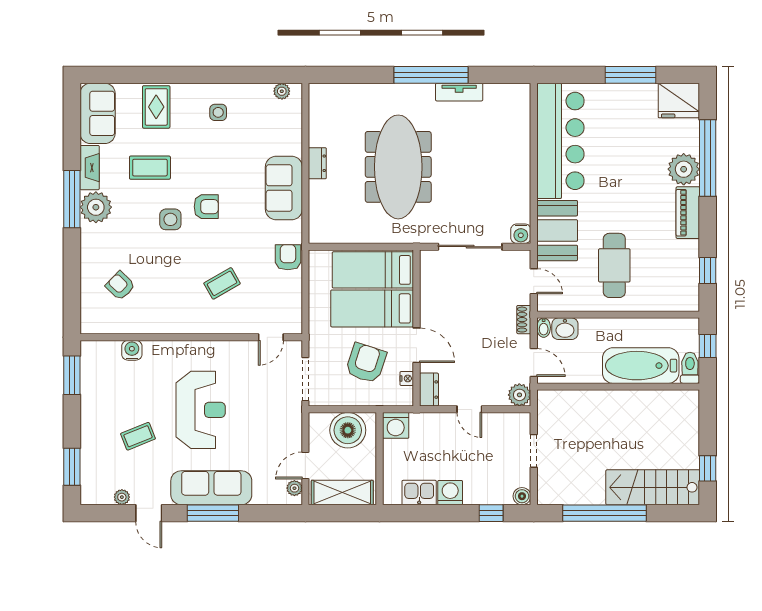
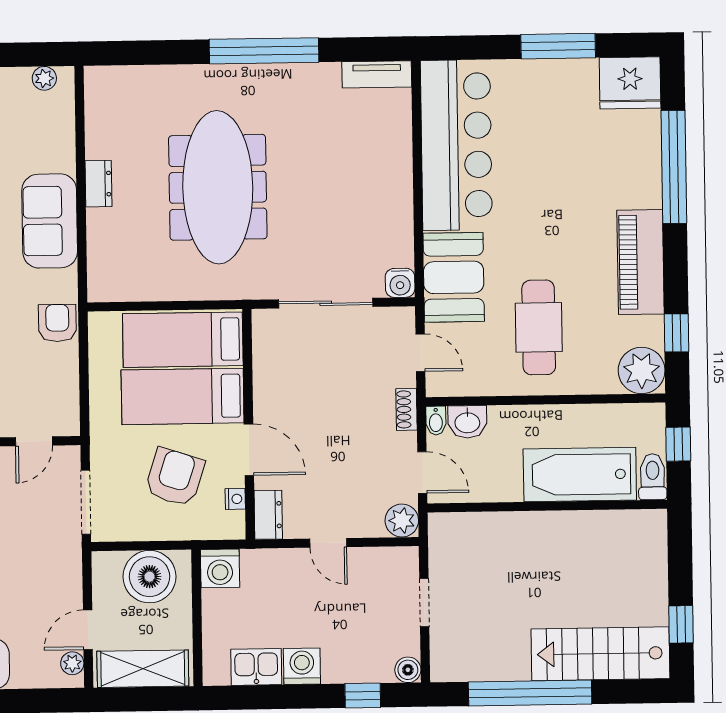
tv unit: (459, 92) -> (377, 74), moved
plant: (684, 169) -> (642, 370), moved
piano: (688, 213) -> (640, 262), width x1.37, depth x1.33

